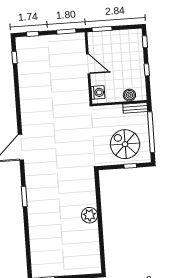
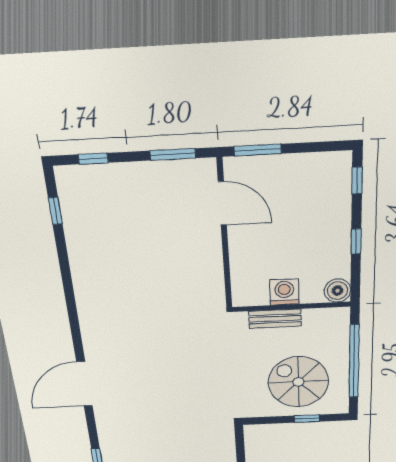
door: (88, 64) -> (222, 203), moved
washing machine: (98, 92) -> (284, 292), moved, turned -90
boiler: (129, 95) -> (337, 291), moved
bench: (135, 108) -> (275, 319), moved

